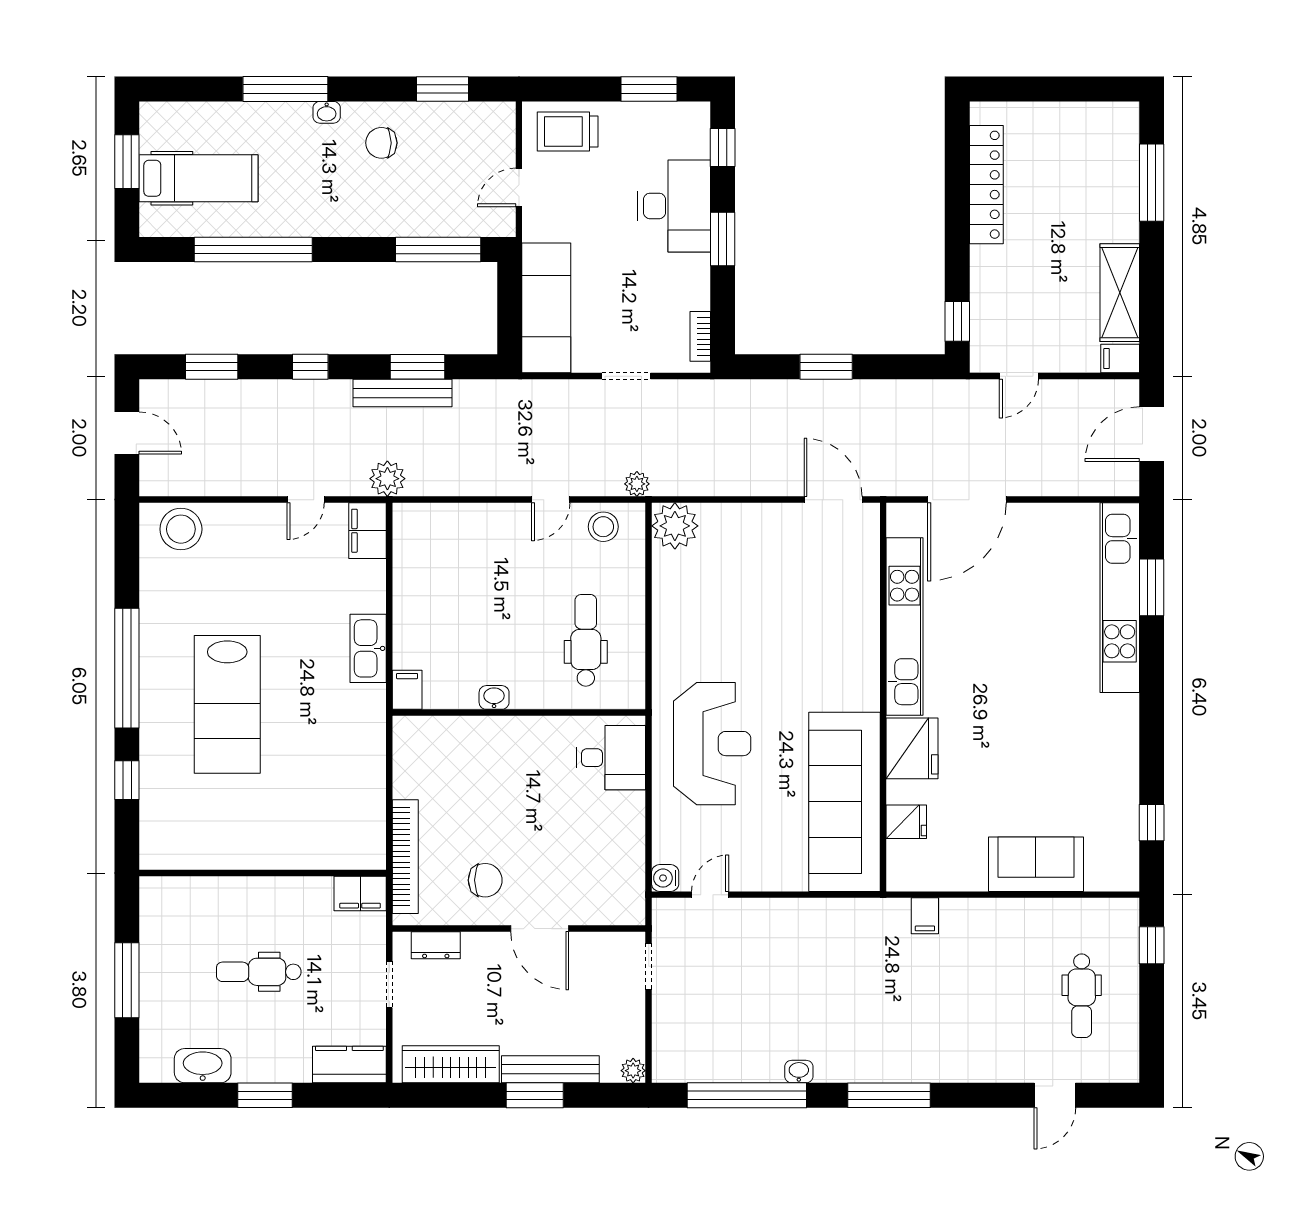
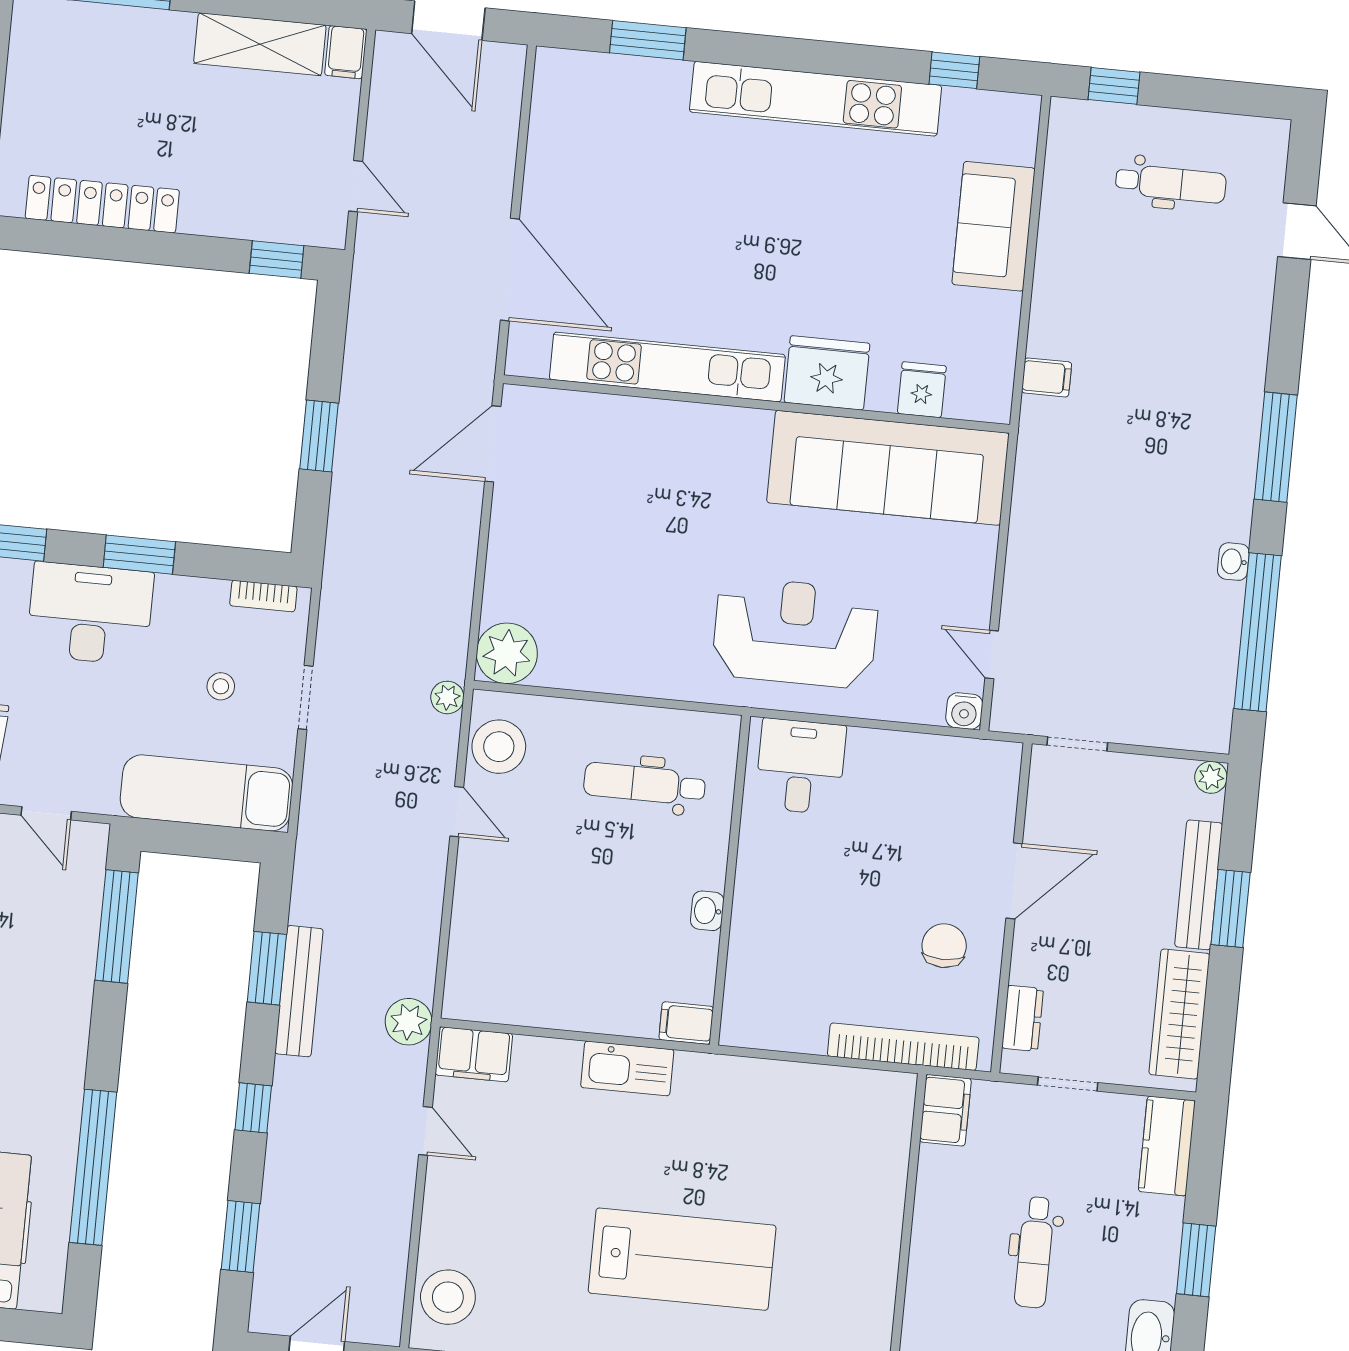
stool: (628, 311) -> (221, 686), added
stool: (603, 527) -> (499, 747), width x1.38, depth x1.38
kitchen unit: (1120, 598) -> (816, 99), moved

